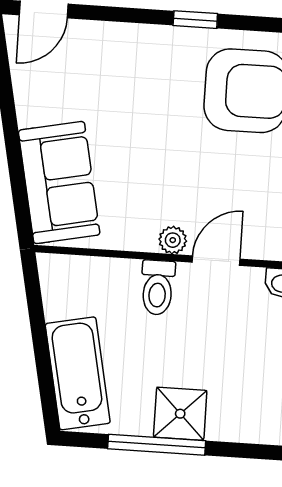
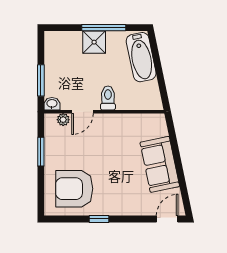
sofa: (59, 183) -> (160, 164), moved
plant: (173, 240) -> (63, 120), moved

